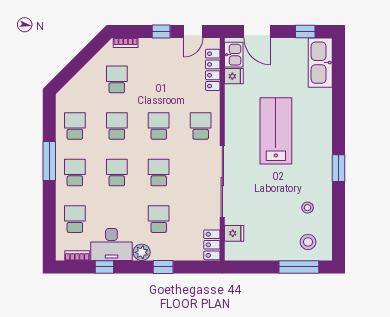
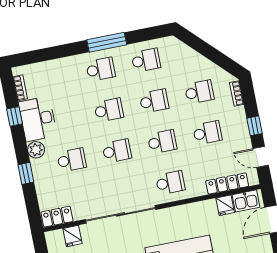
school desk: (75, 219) -> (207, 133), moved

